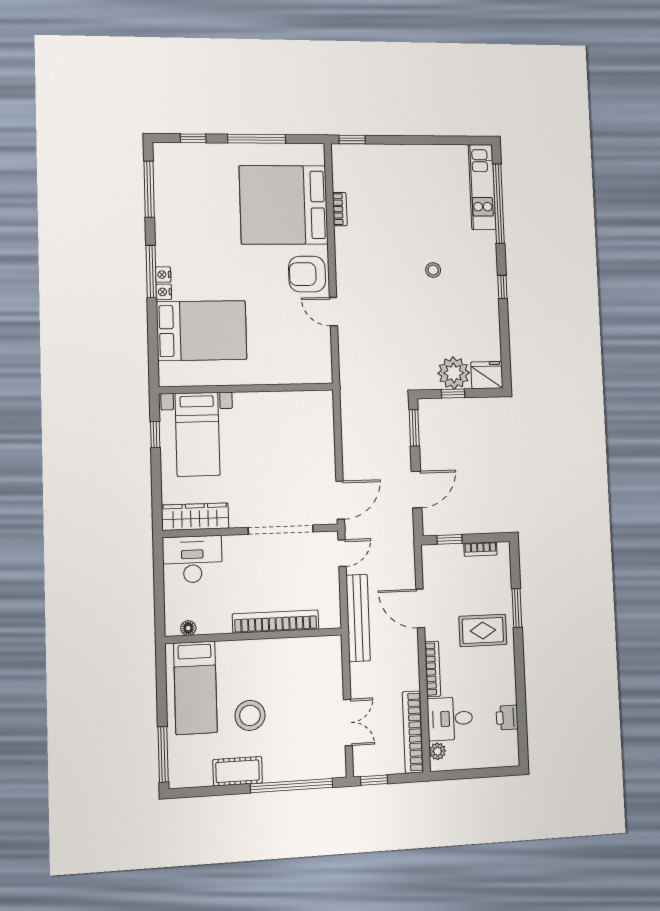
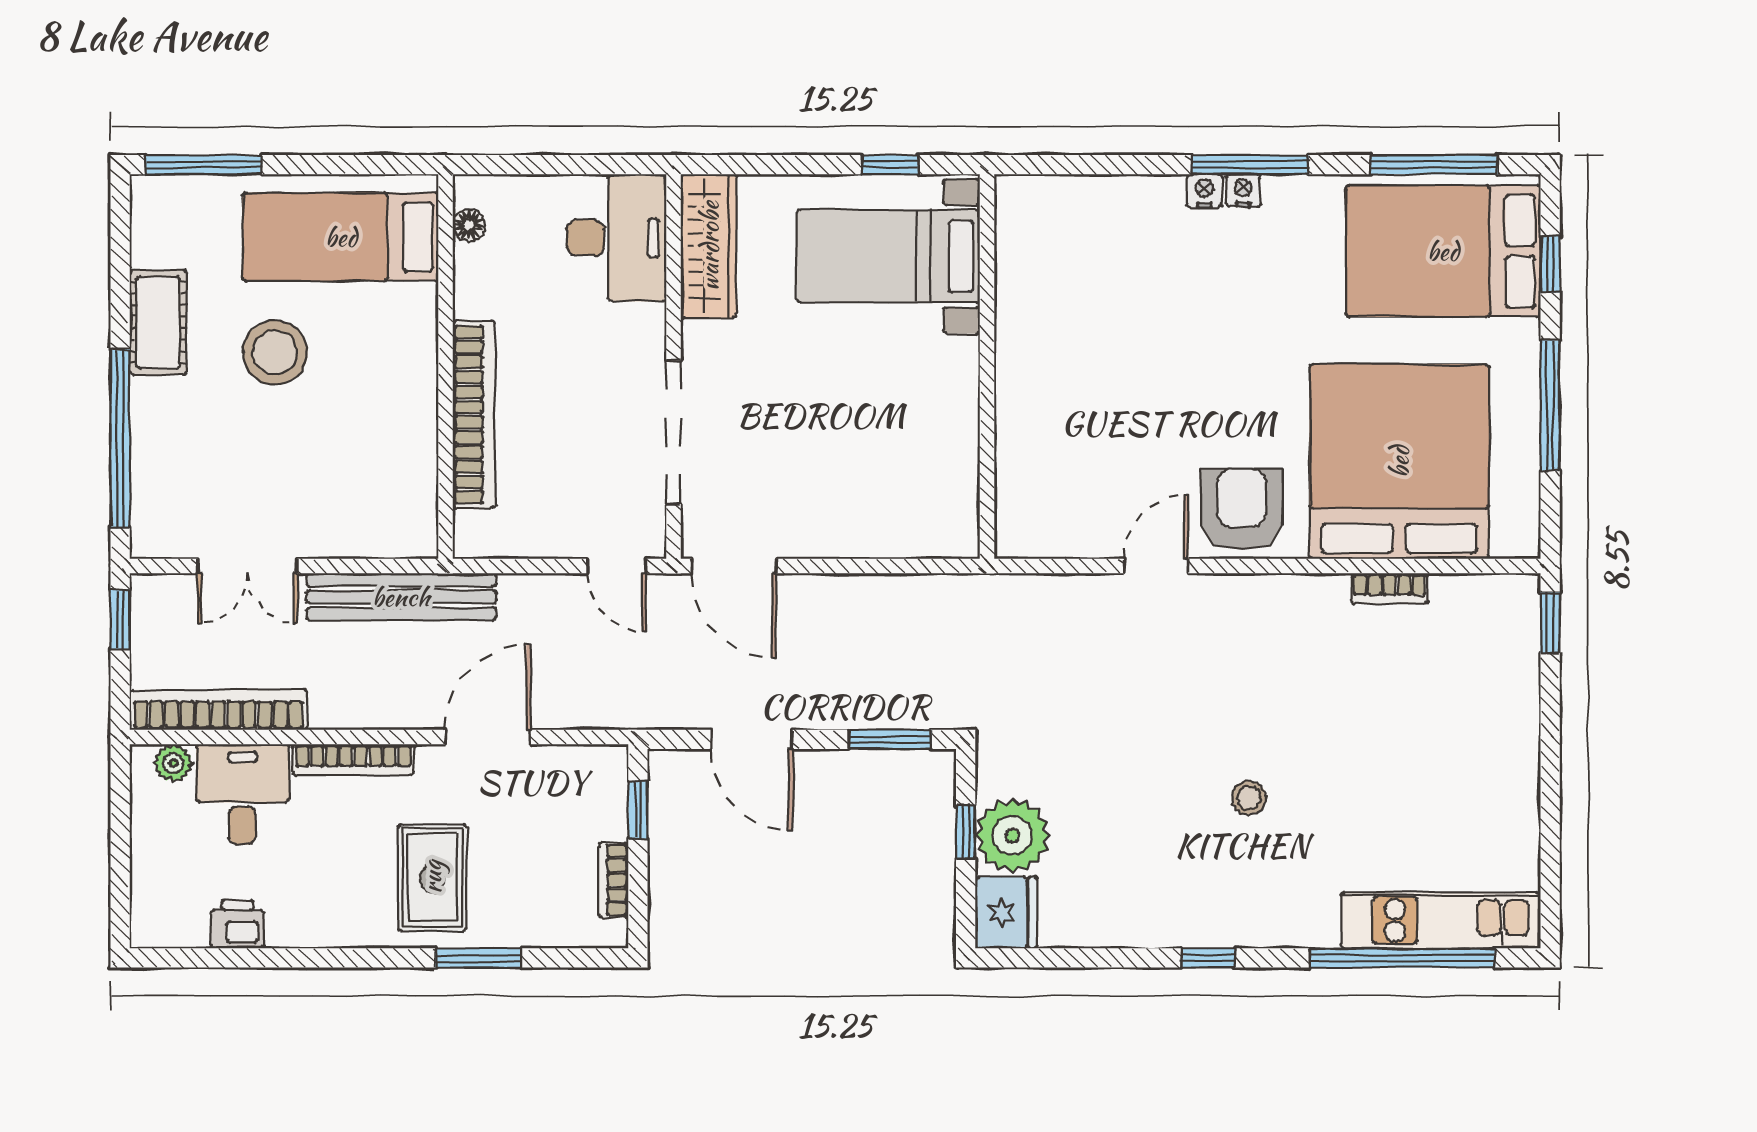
bed: (202, 331) -> (1443, 251), moved, turned 90
bench: (358, 618) -> (401, 597), moved

